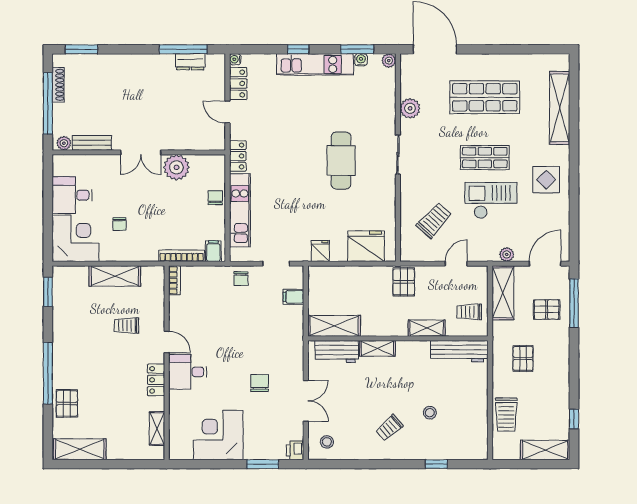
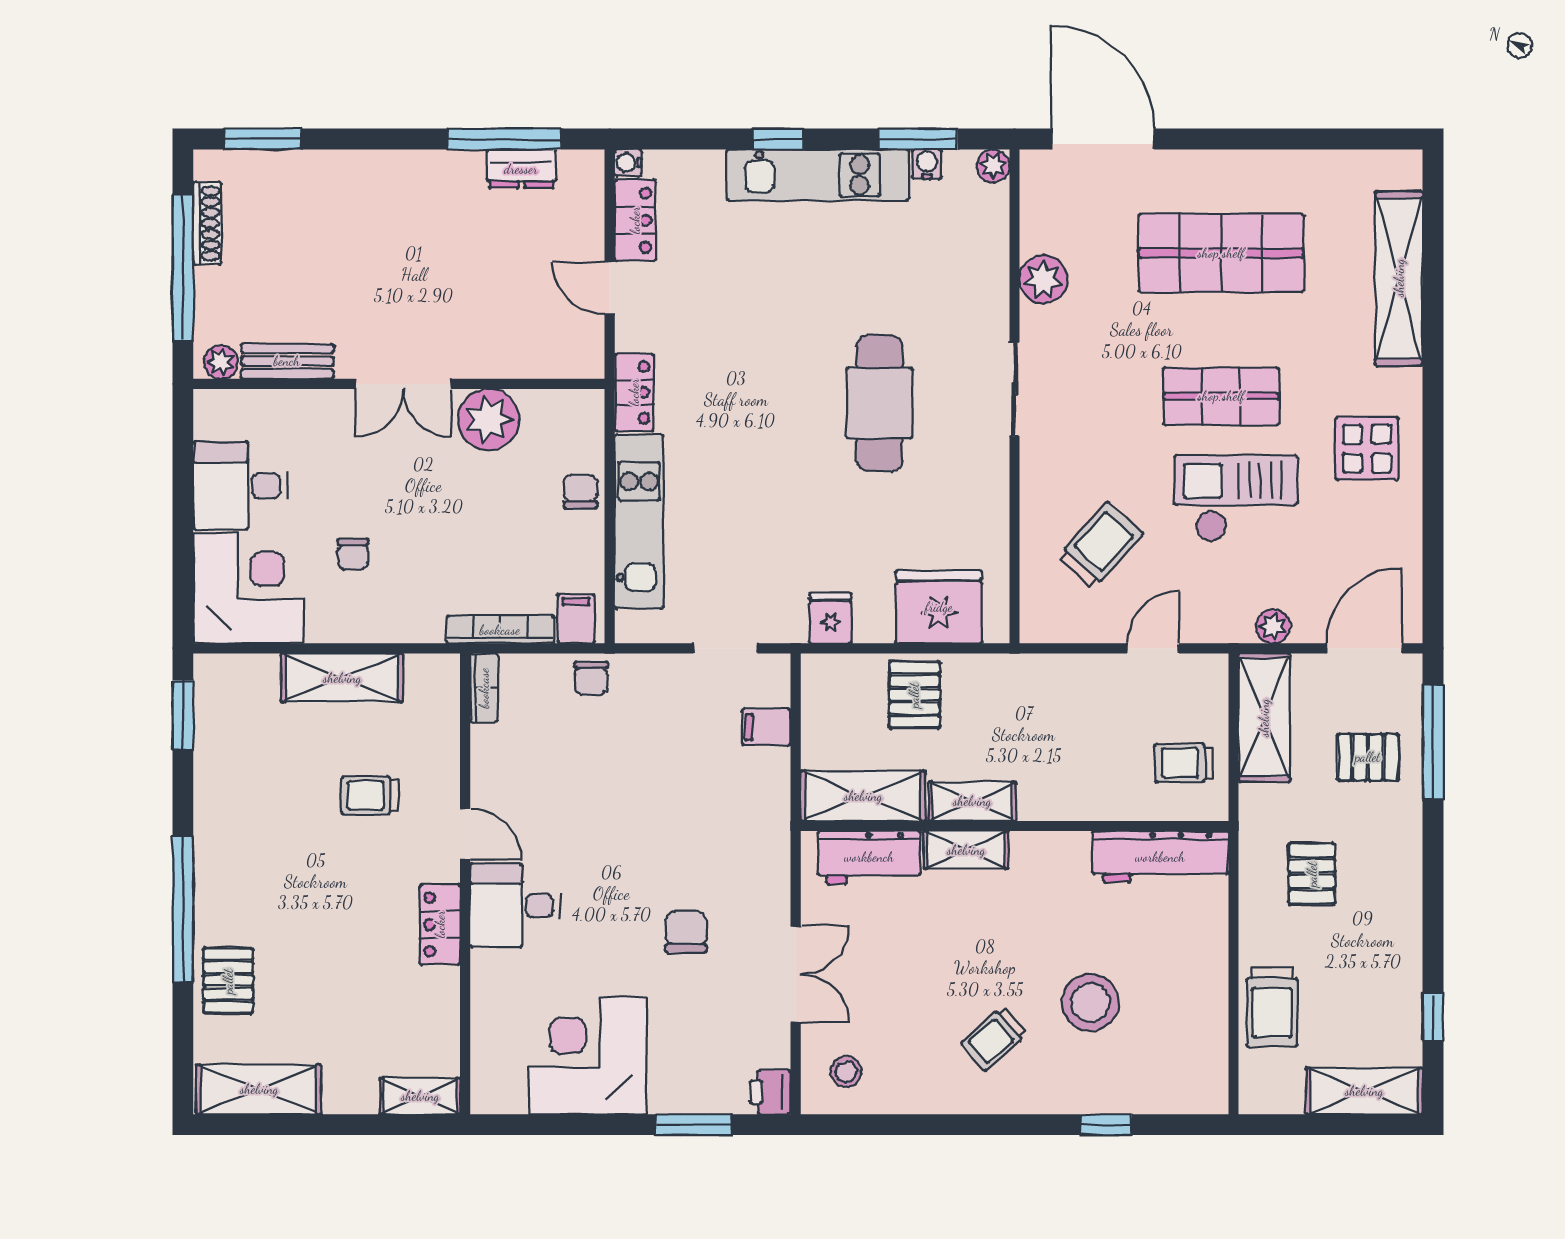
chair: (241, 279) -> (591, 678), moved
pallet: (404, 282) -> (914, 695), moved
shelving: (427, 328) -> (972, 801), moved
stool: (430, 413) -> (1090, 1002), width x1.89, depth x1.89
shelving: (157, 429) -> (420, 1096), moved, turned 90

